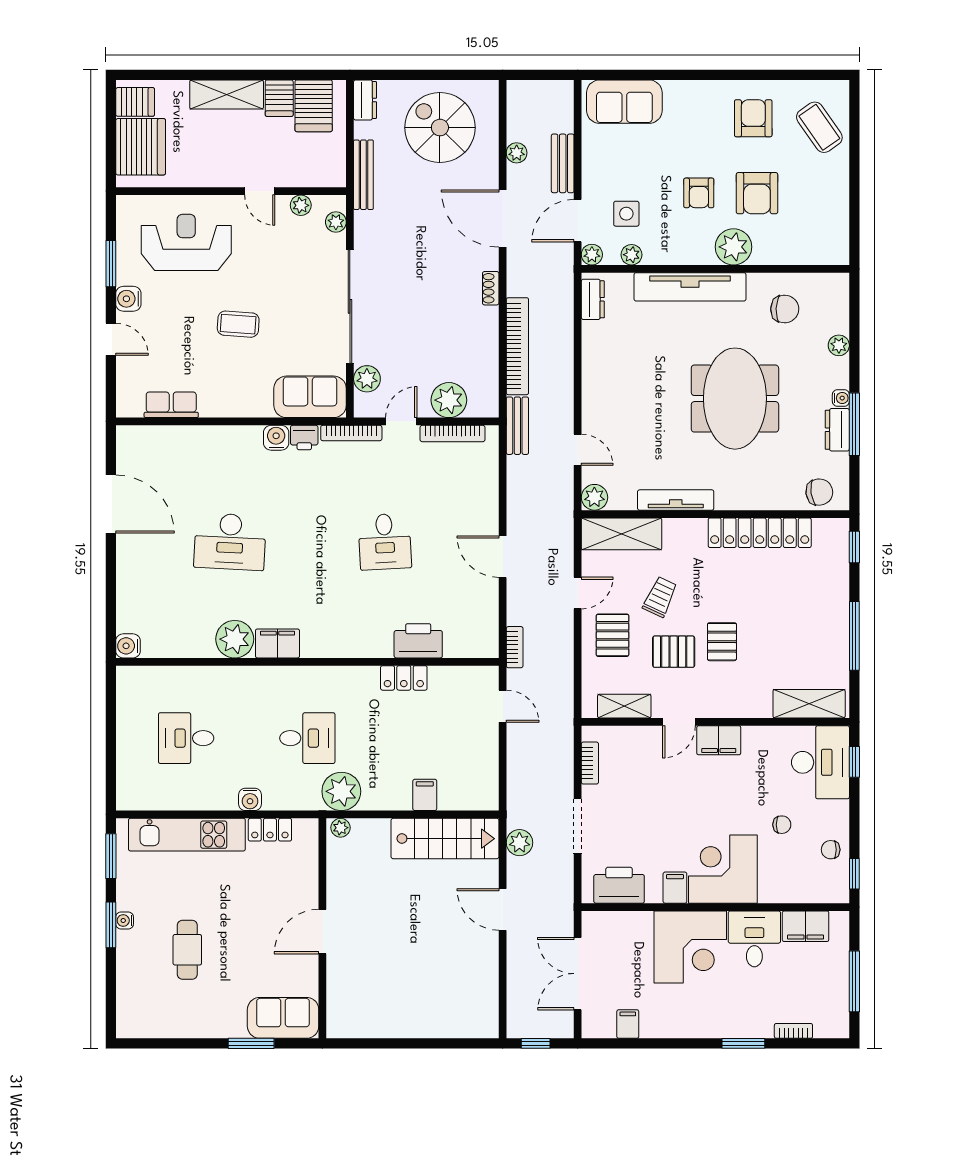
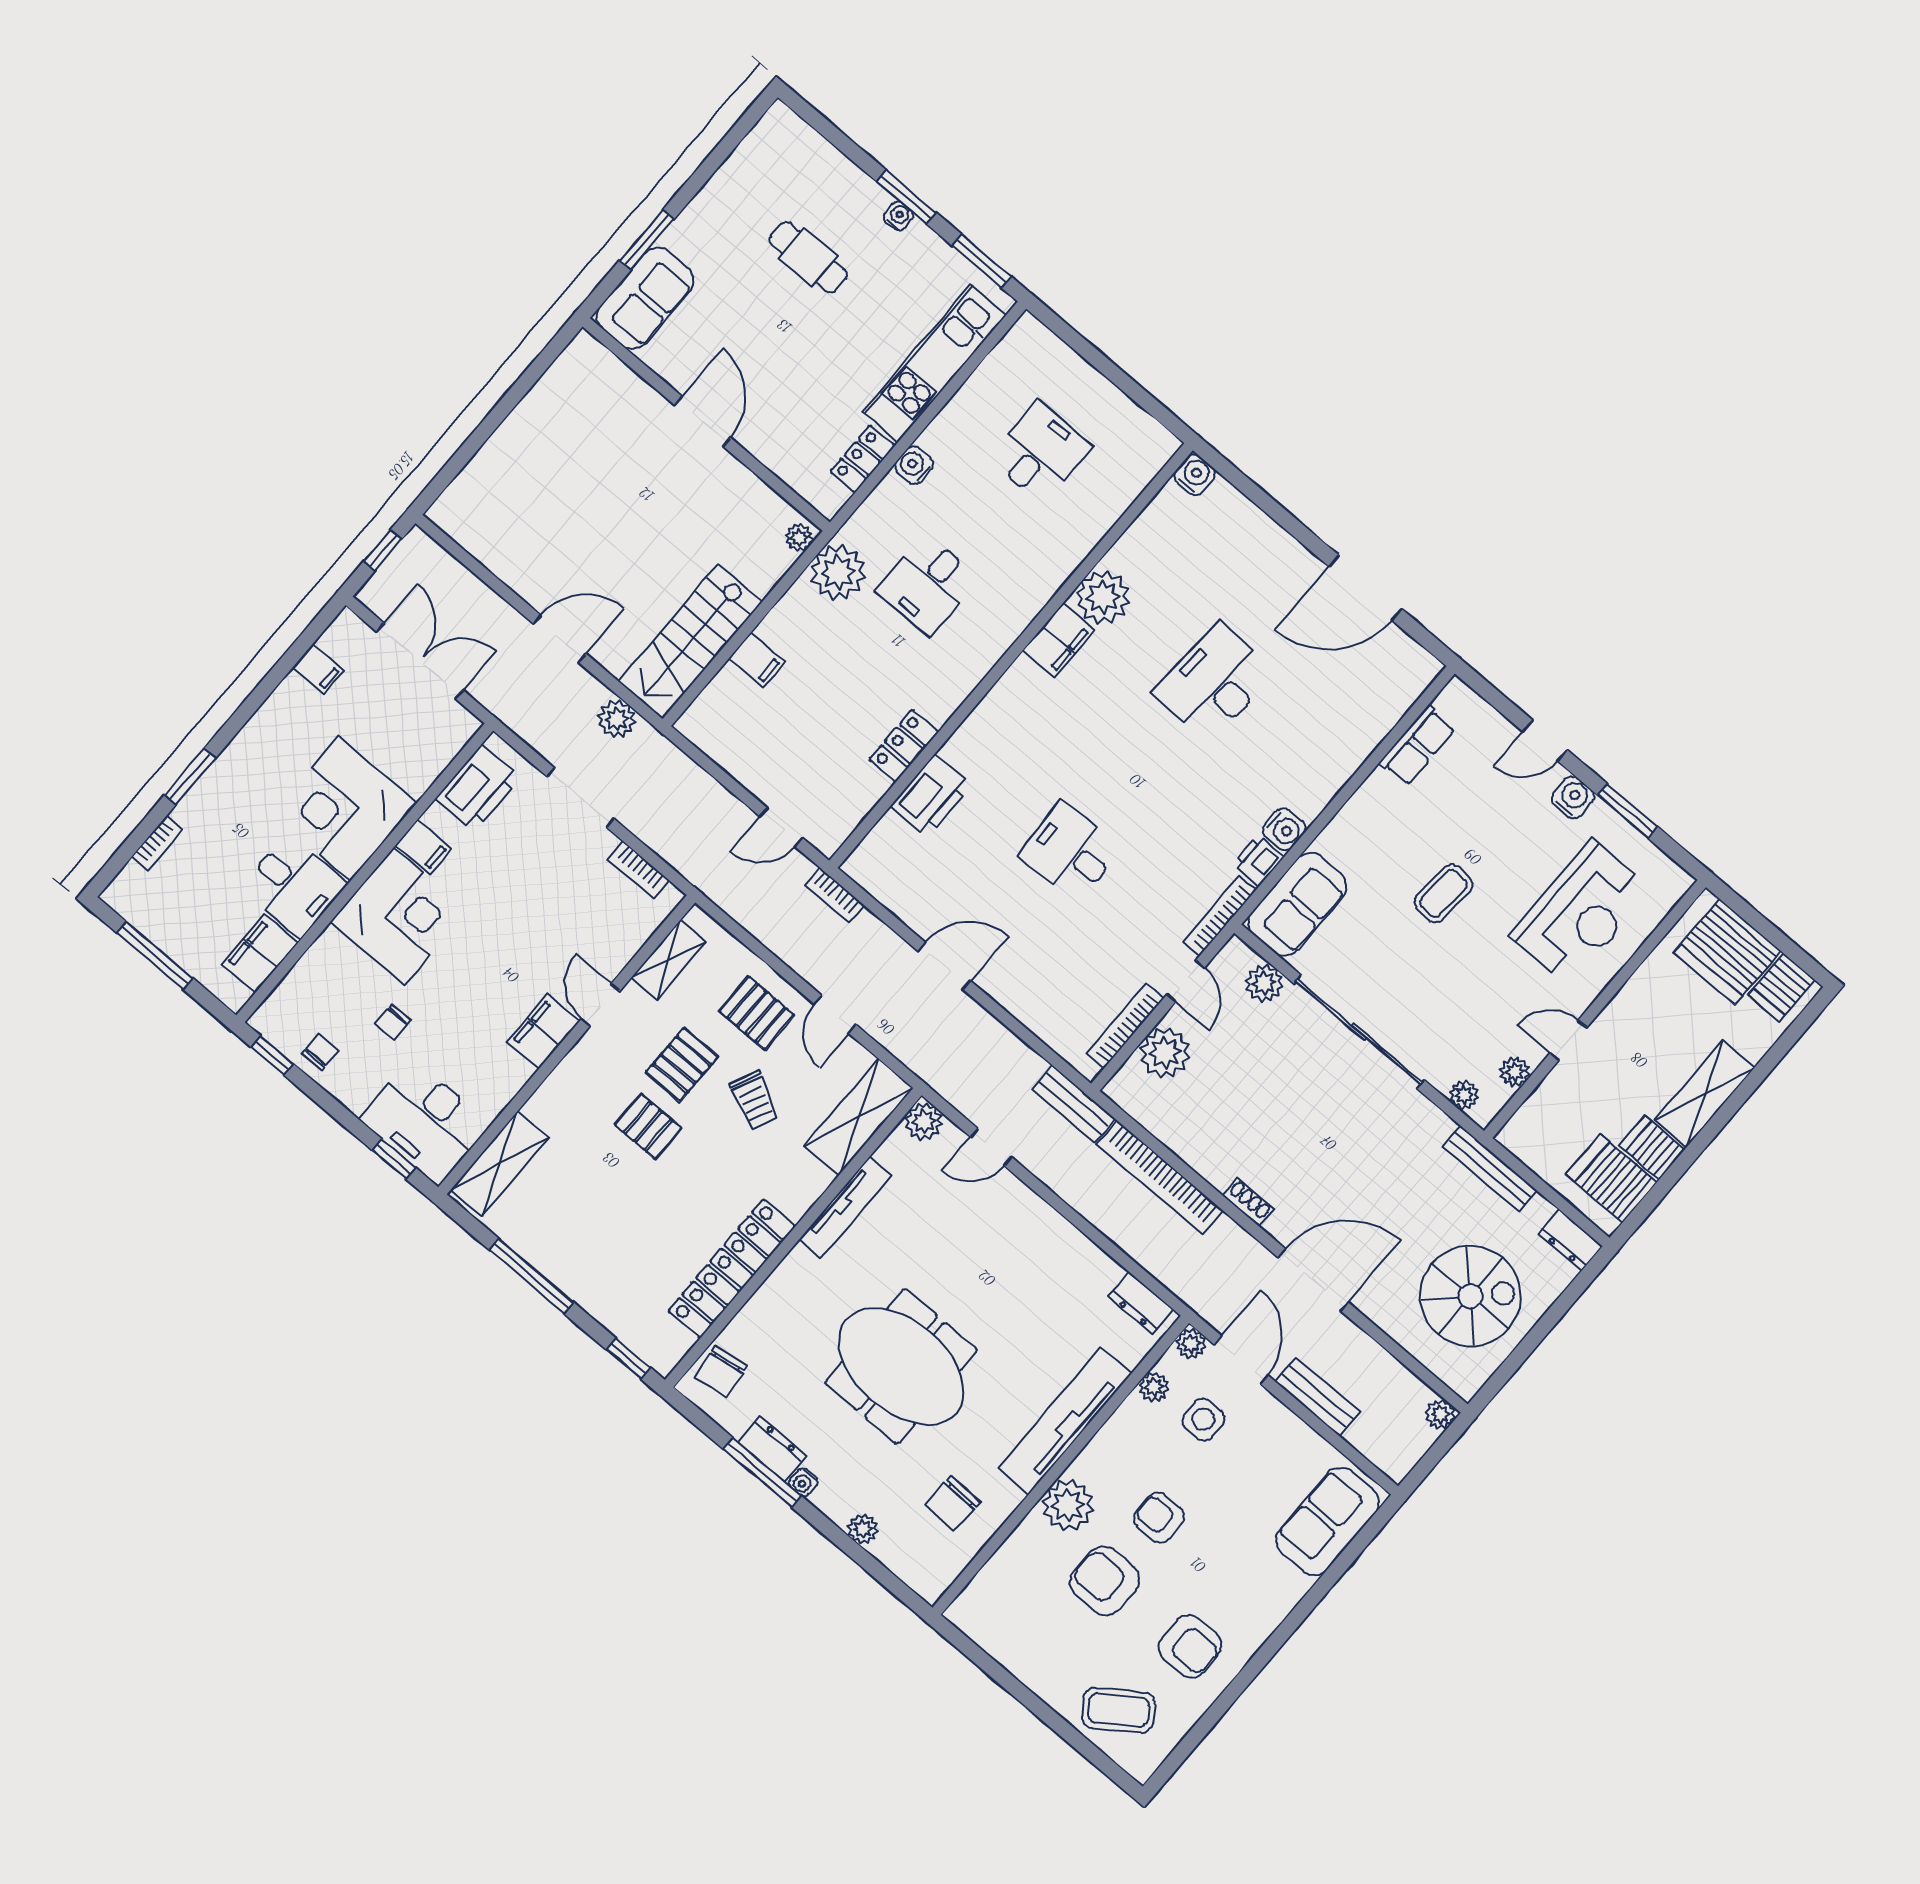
plant: (517, 153) -> (1440, 1414), moved

